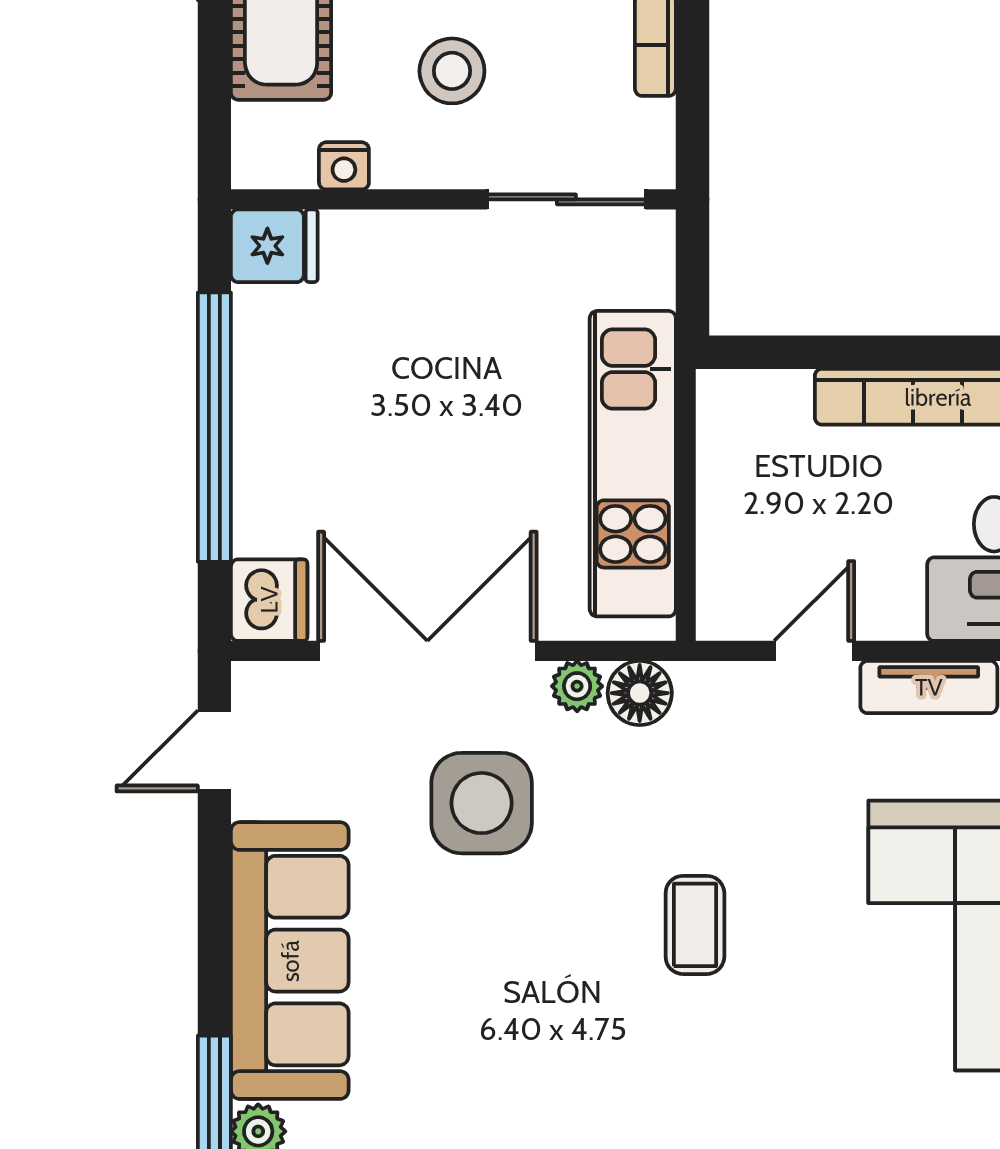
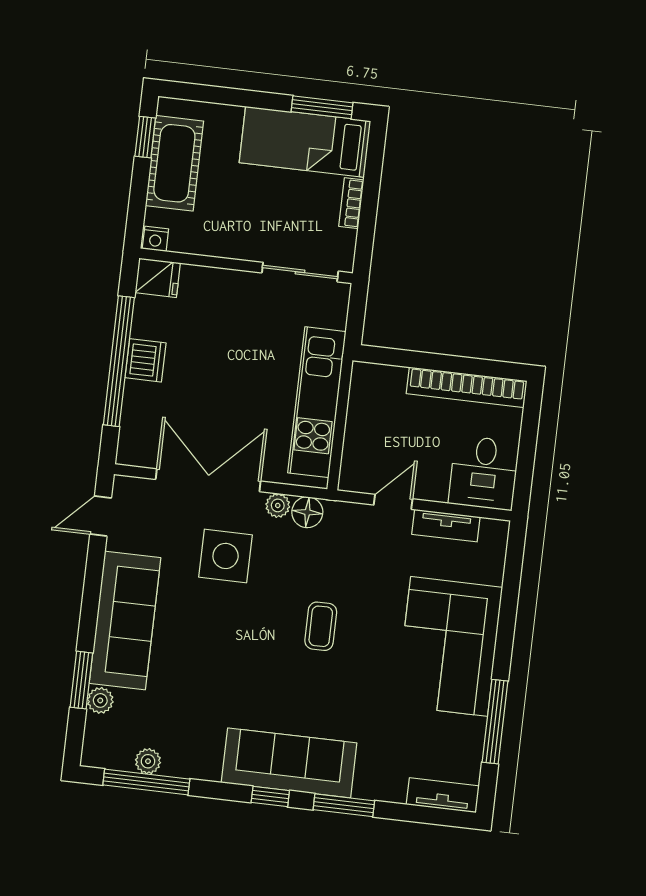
stool: (452, 71) -> (253, 204), removed
nightstand: (344, 166) -> (155, 239), moved
dishwasher: (269, 600) -> (146, 360), moved

